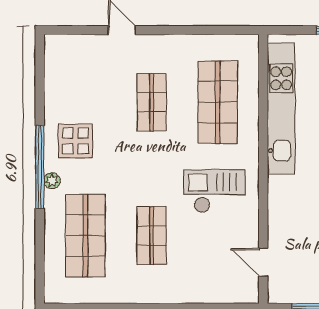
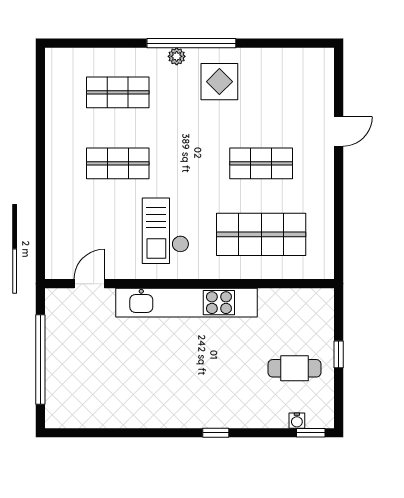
kitchen unit: (281, 109) -> (186, 303), moved
checkout: (214, 191) -> (166, 231), turned 180
shop shelf: (85, 236) -> (118, 92), width x0.70, depth x0.74

